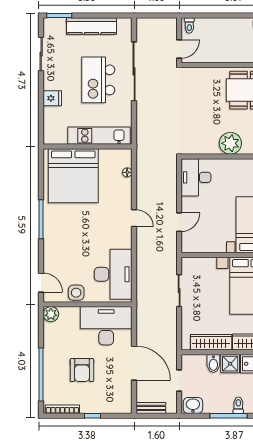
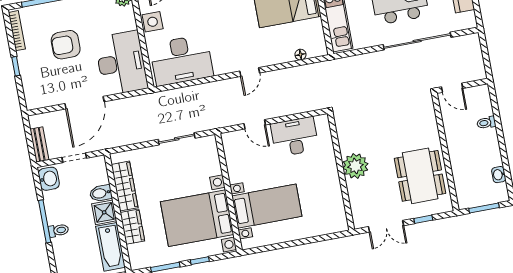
toilet: (189, 25) -> (486, 123), moved
desk: (196, 177) -> (295, 137), moved
bench: (151, 408) -> (39, 144), moved

